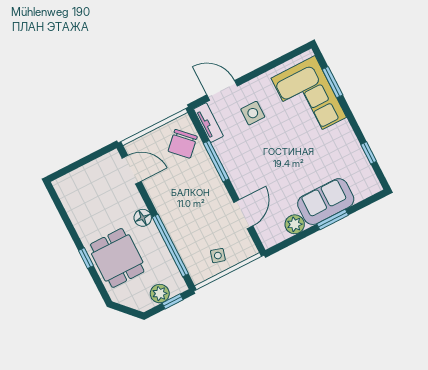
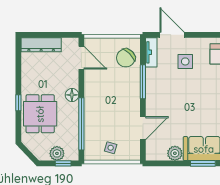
dresser: (78, 178) -> (41, 45), added

